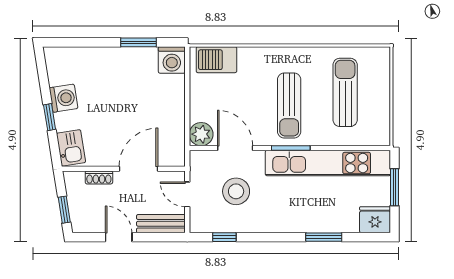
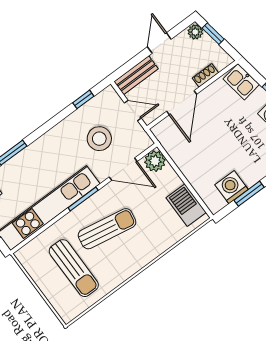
washing machine: (172, 60) -> (232, 187), moved
barbecue: (216, 60) -> (186, 205), moved, turned -90
sun lounger: (289, 105) -> (107, 229), turned 100
plant: (79, 223) -> (195, 32), added
door: (119, 237) -> (159, 43), swing flipped

